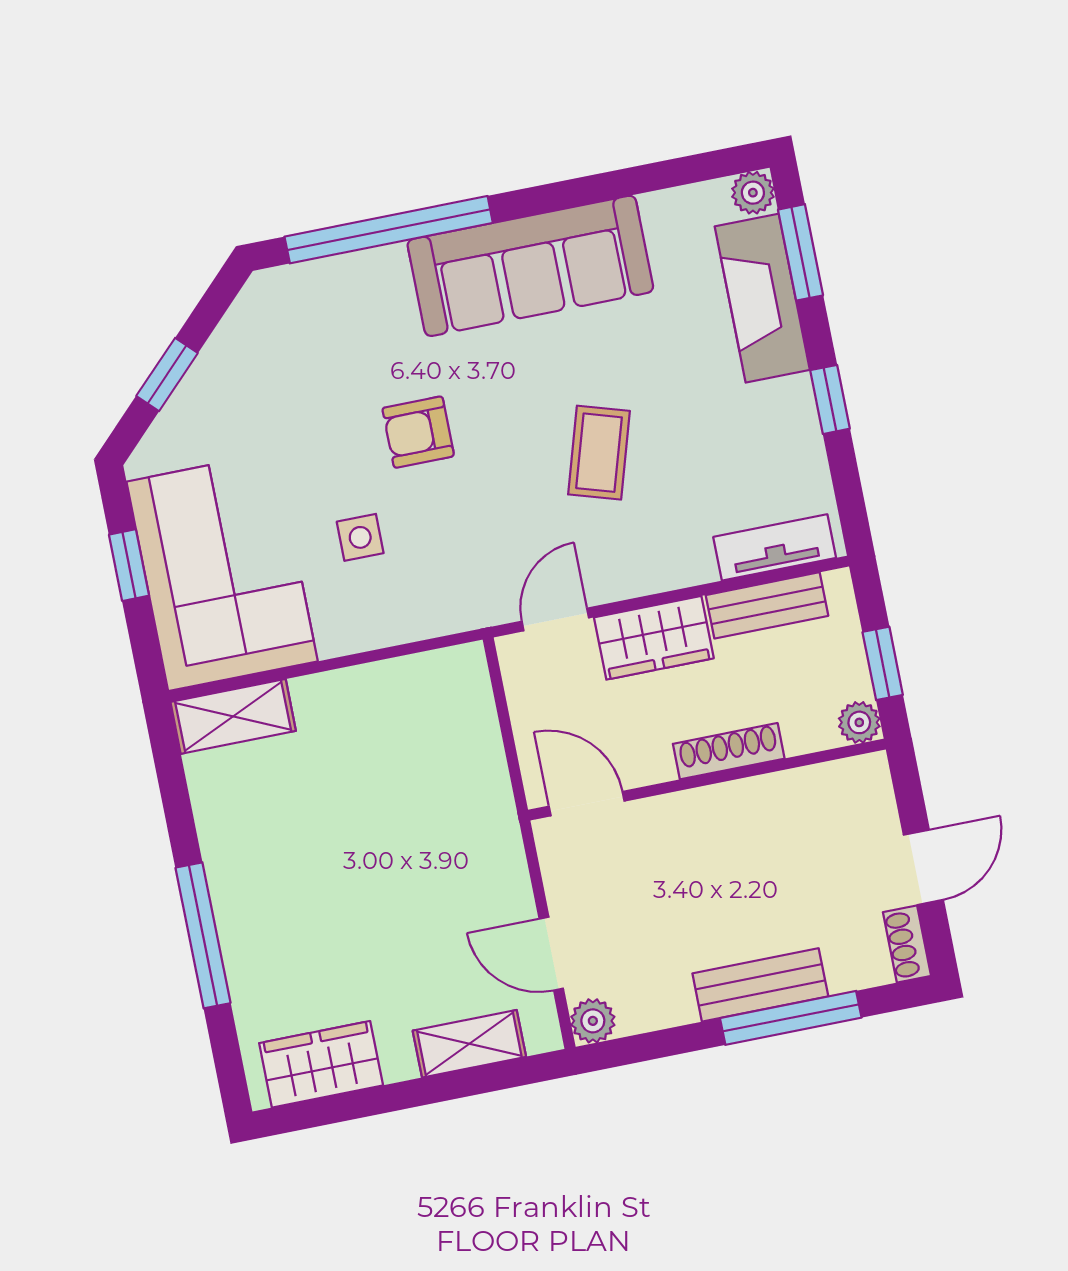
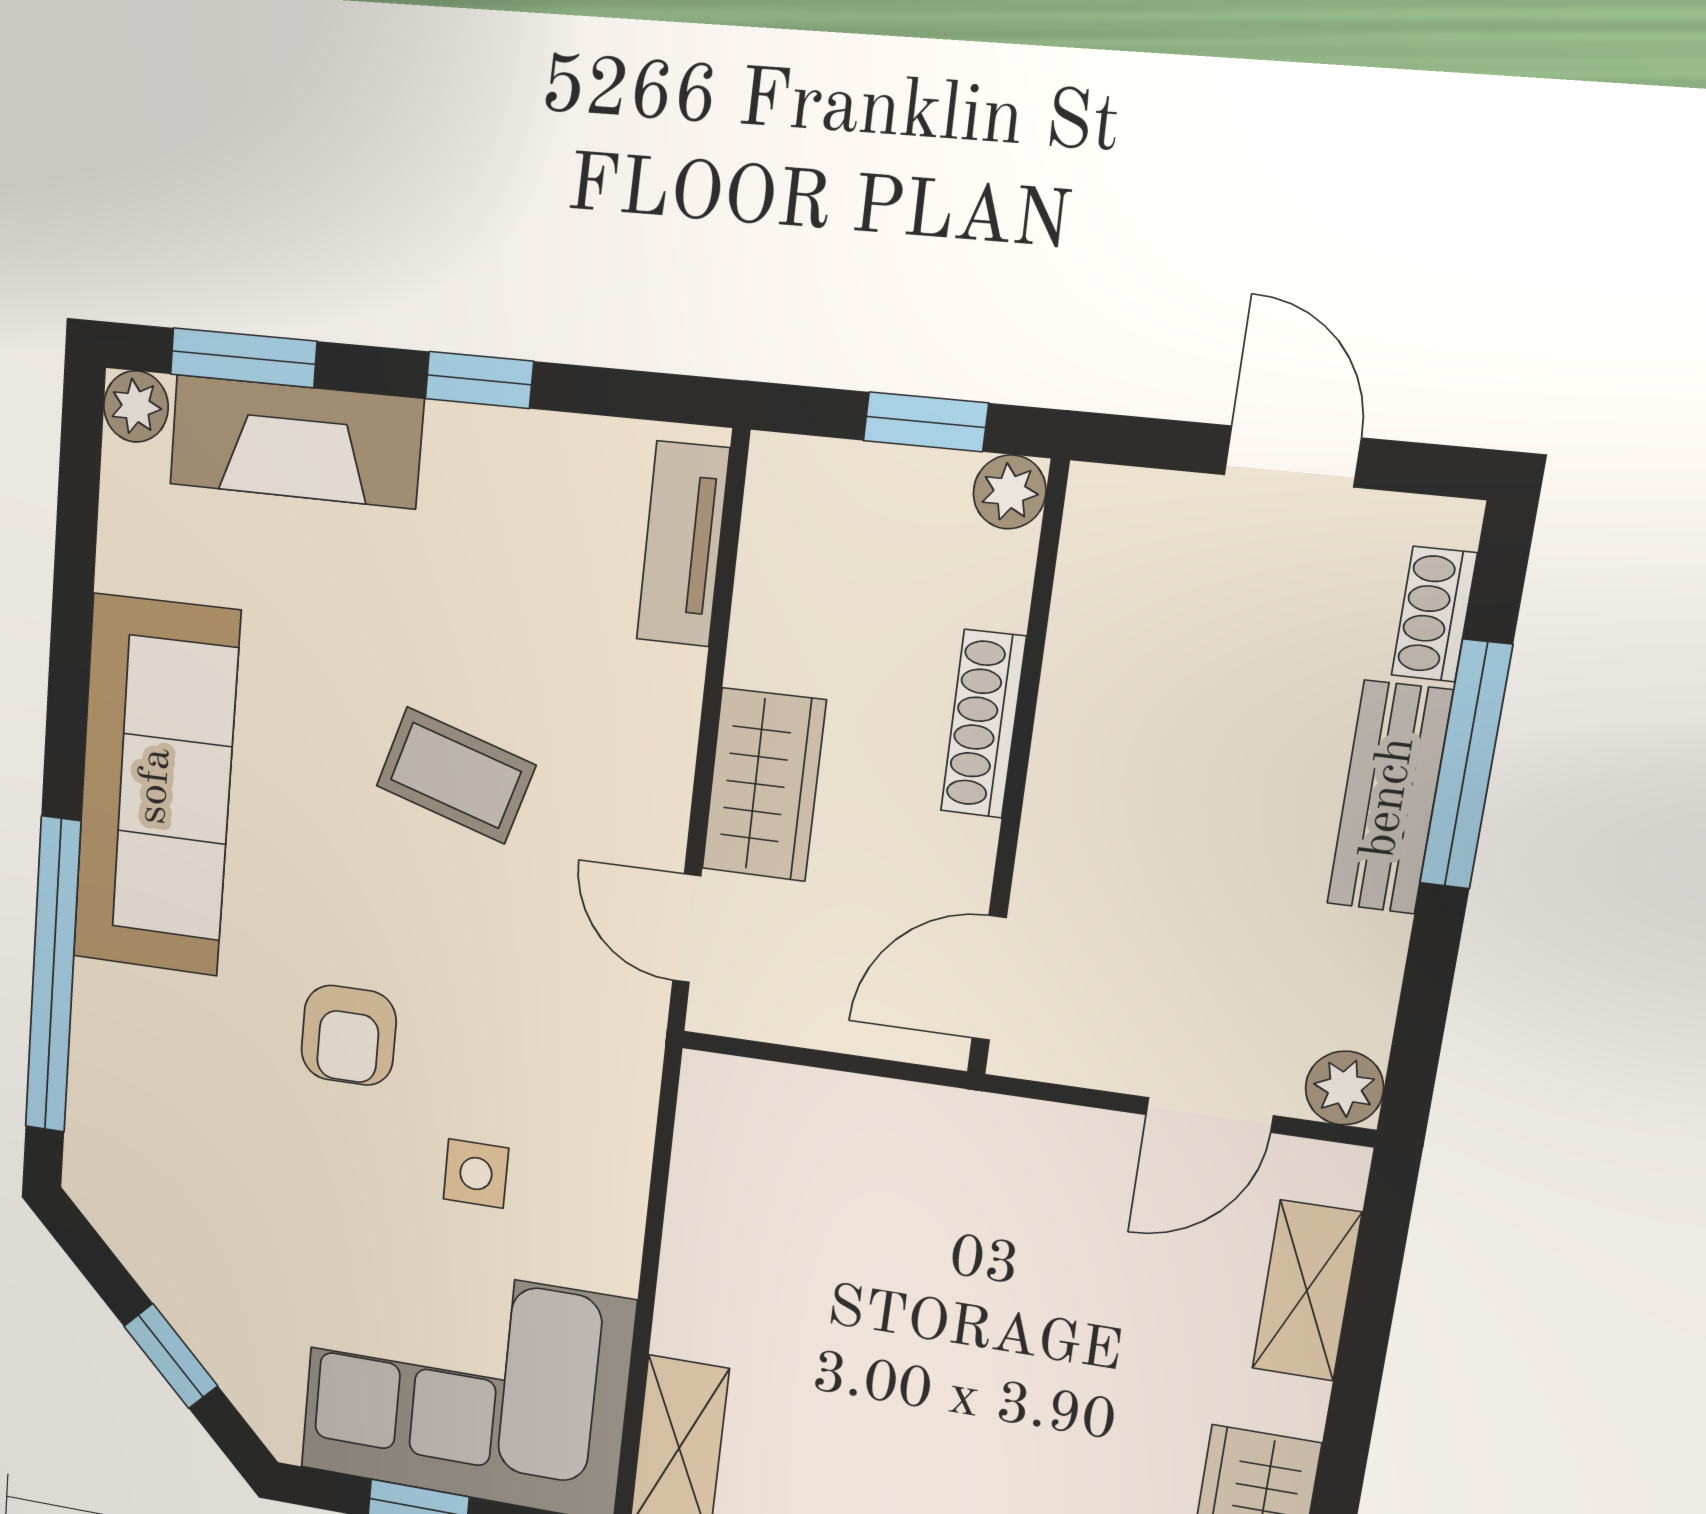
bench: (767, 605) -> (770, 586), removed
shoe rack: (907, 944) -> (1434, 614), moved, turned 90

